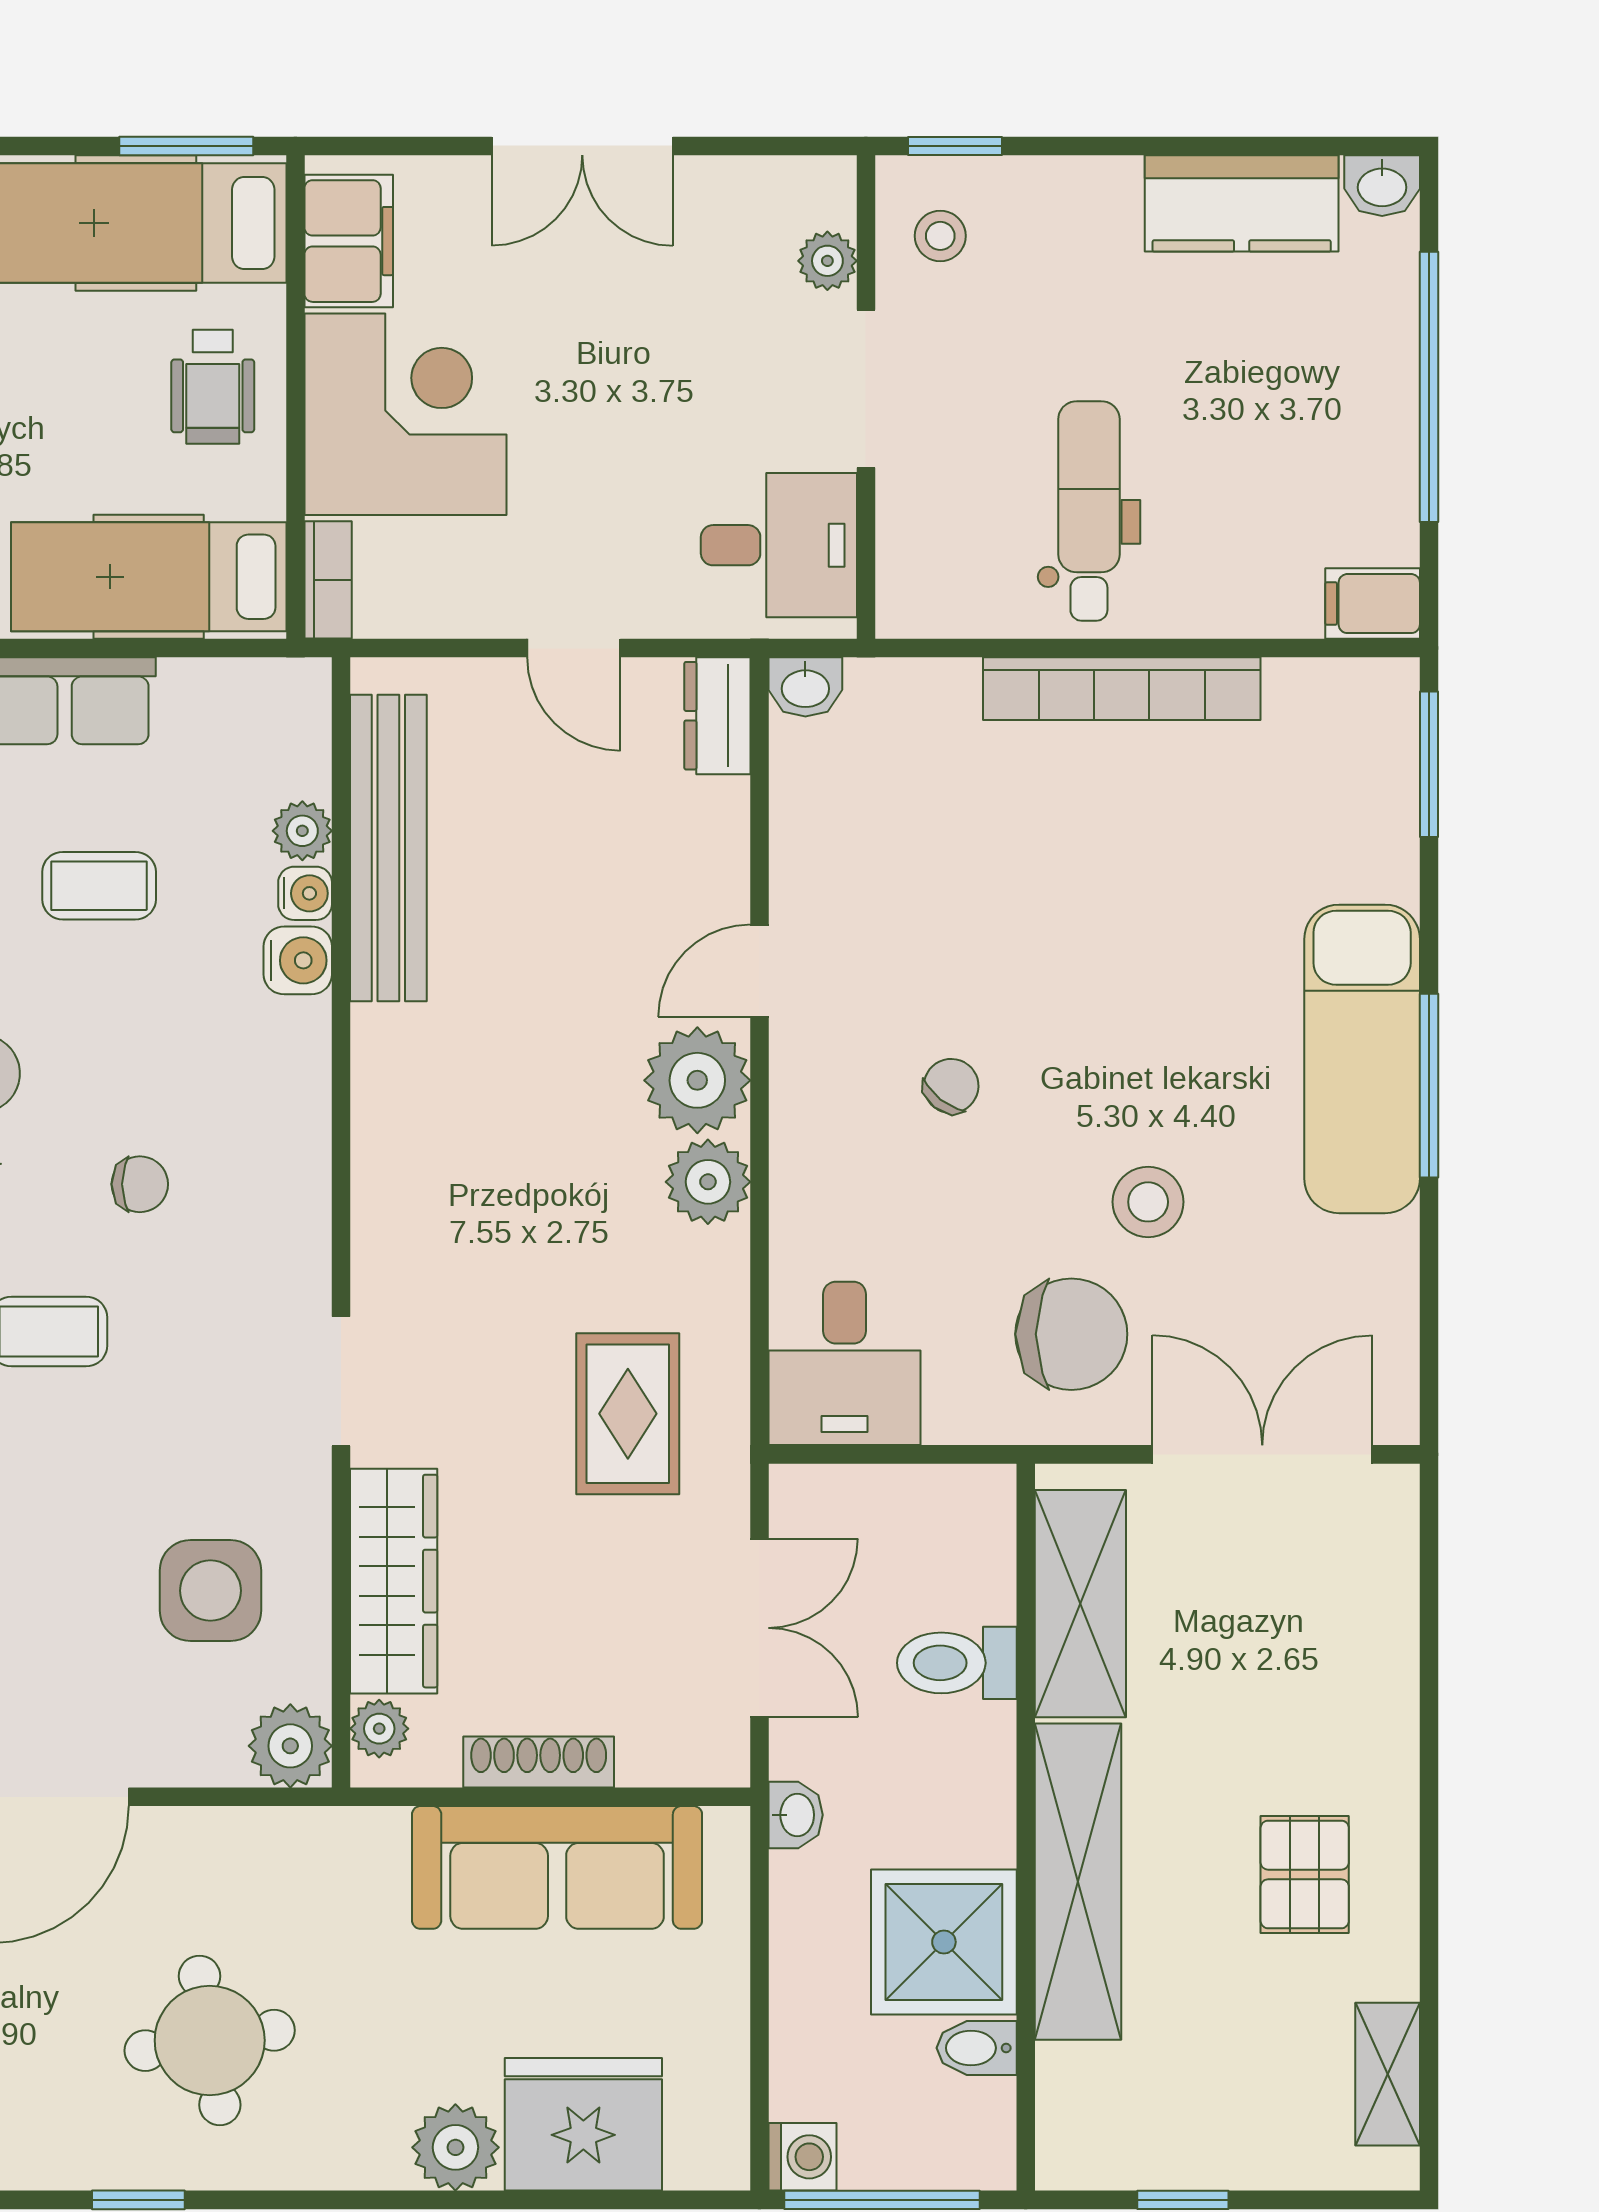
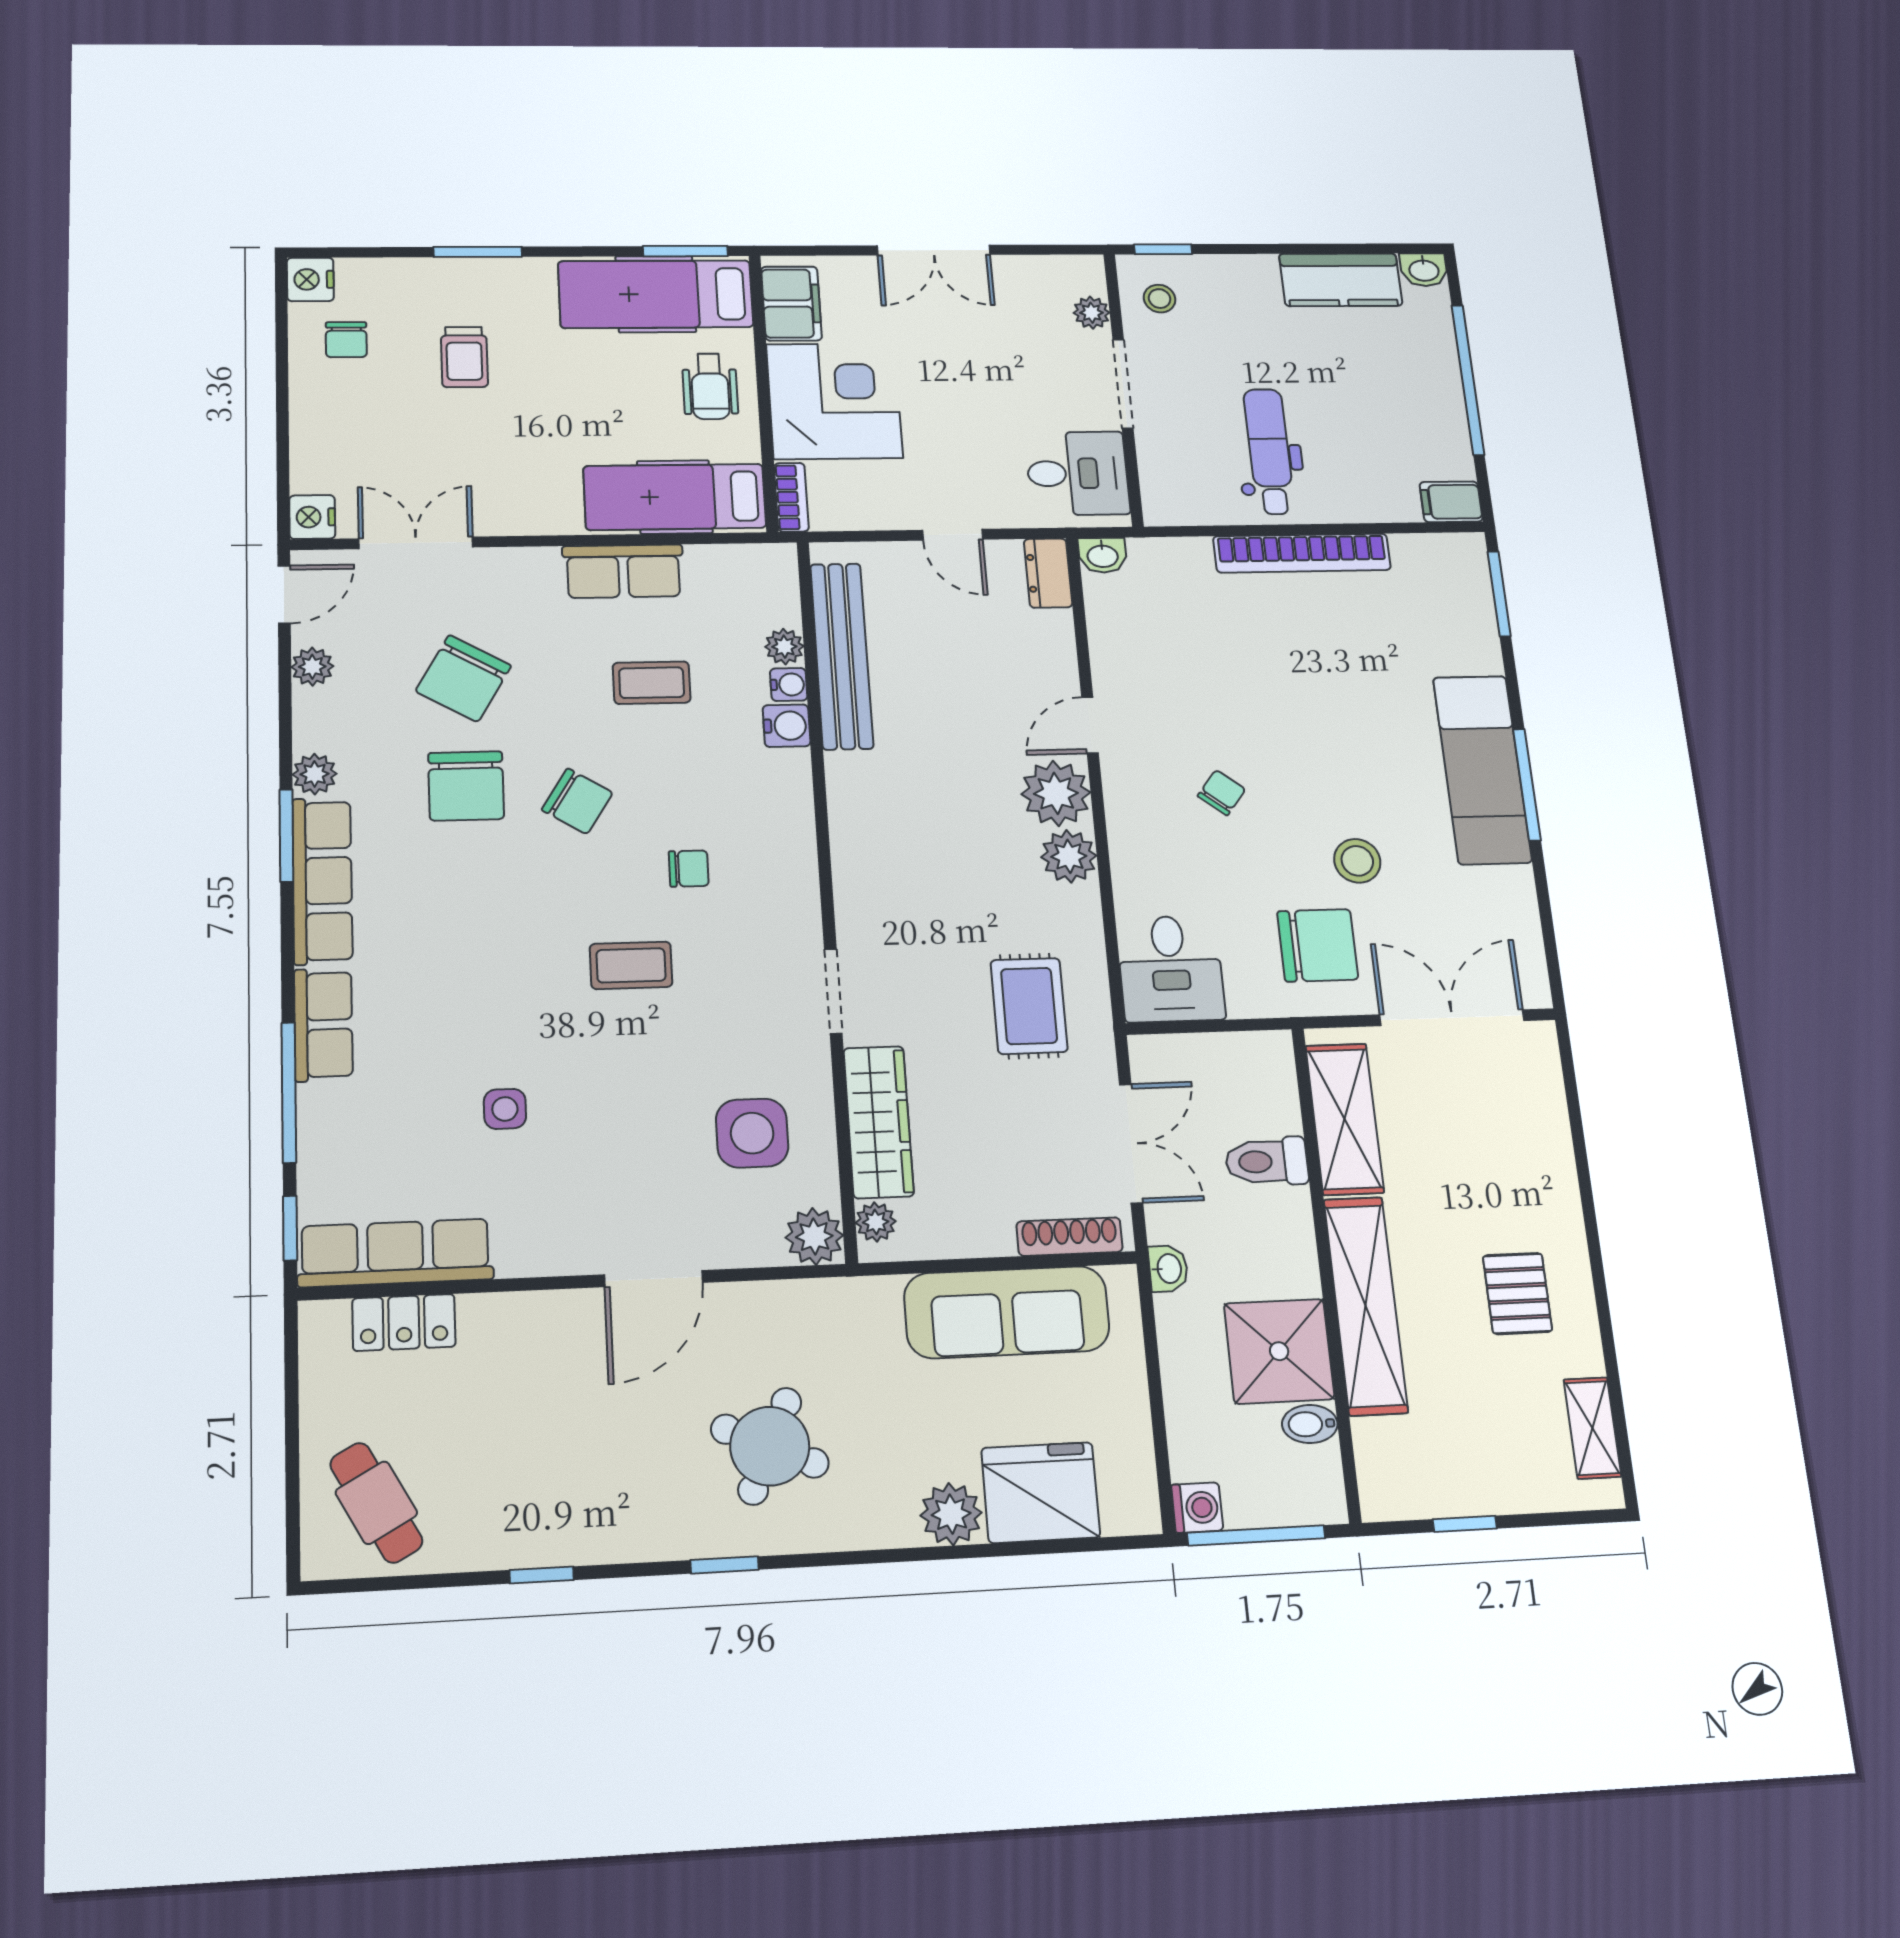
shoe rack: (539, 1762) -> (1069, 1237), moved
round table: (210, 2040) -> (770, 1446), turned 33

